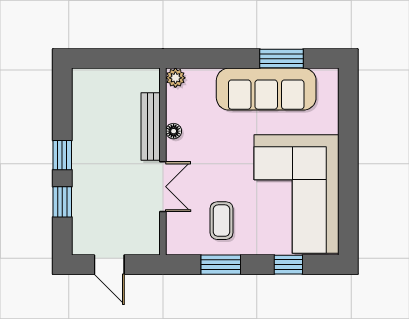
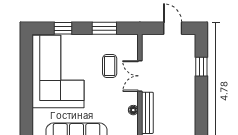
window: (62, 155) -> (201, 95), removed
coffee table: (222, 221) -> (110, 66), moved

